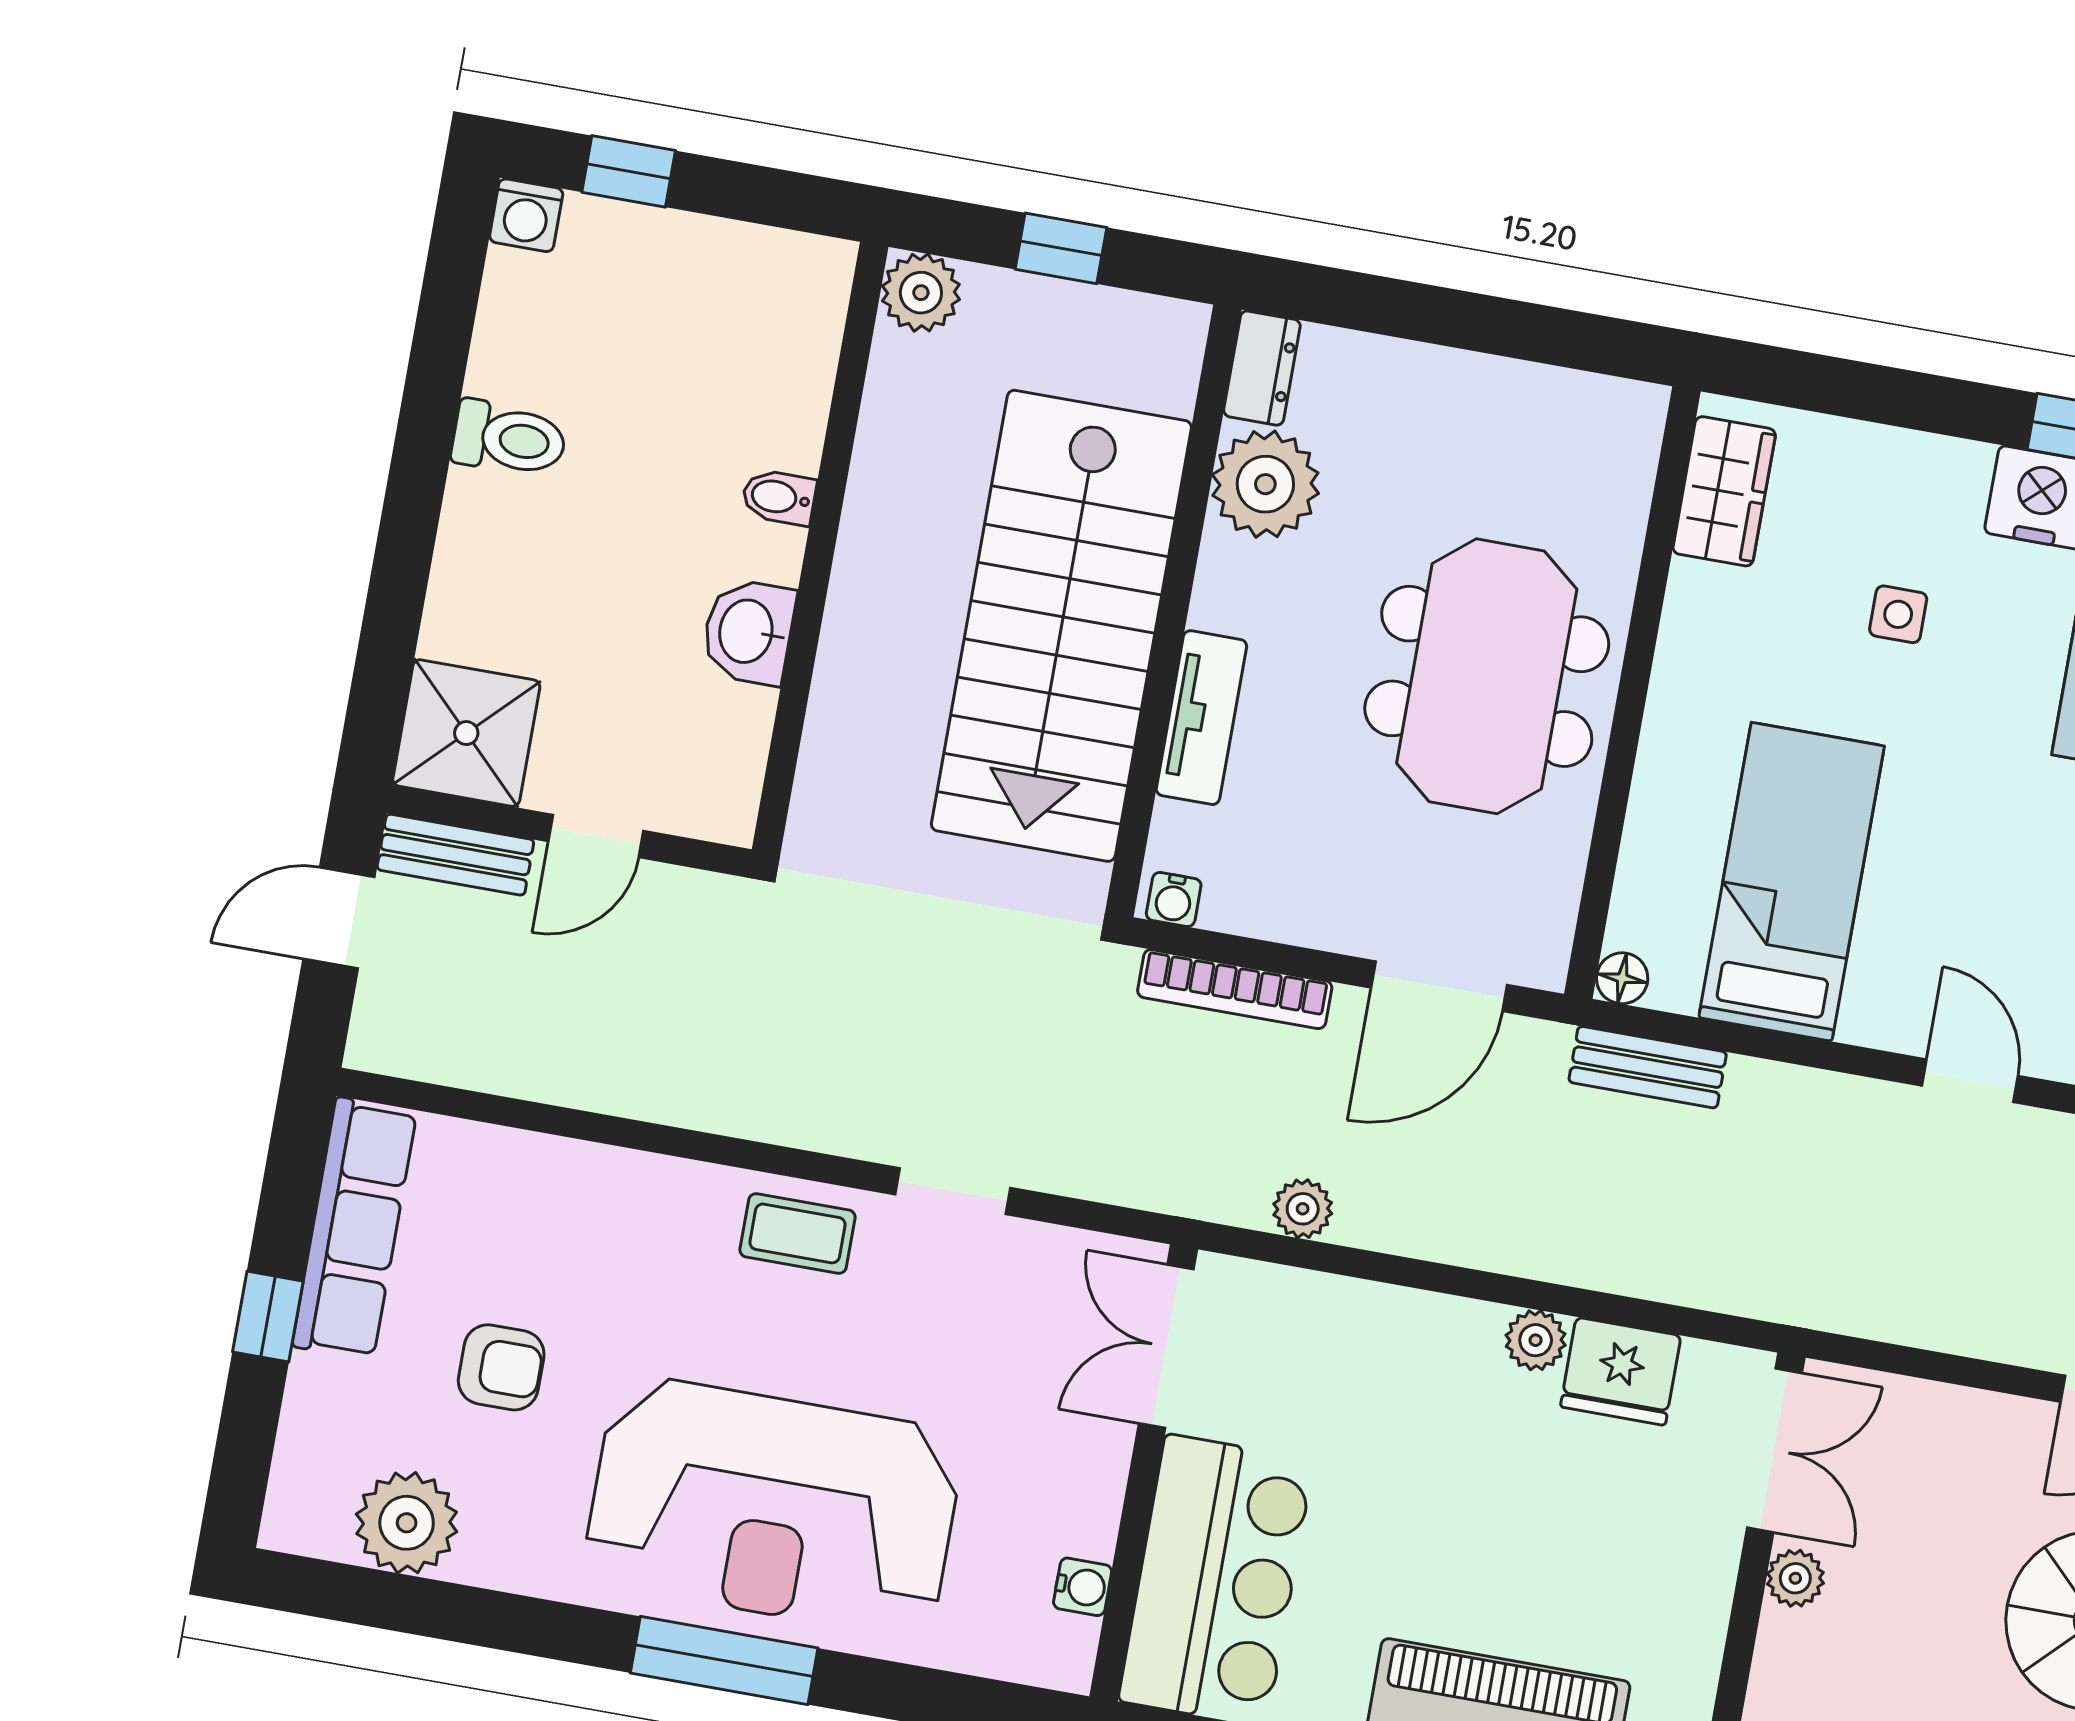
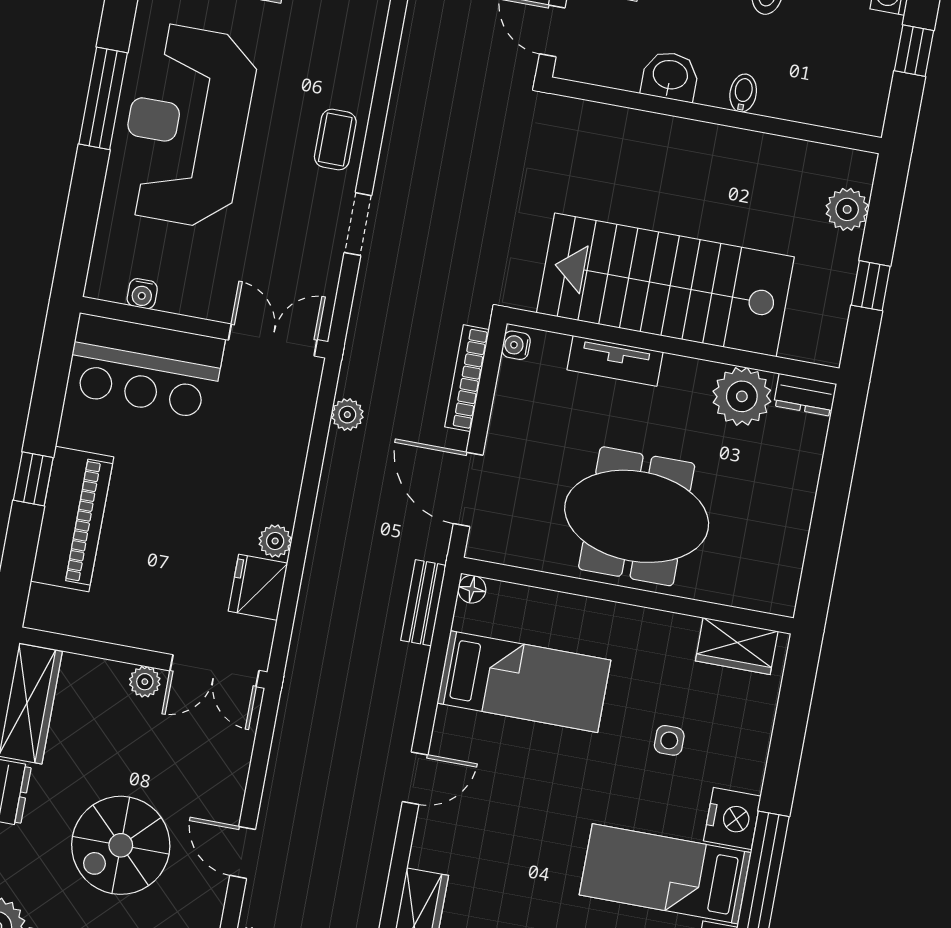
bidet: (779, 497) -> (743, 93), moved
wall: (820, 548) -> (715, 115), moved
washbasin: (748, 632) -> (670, 76), moved

